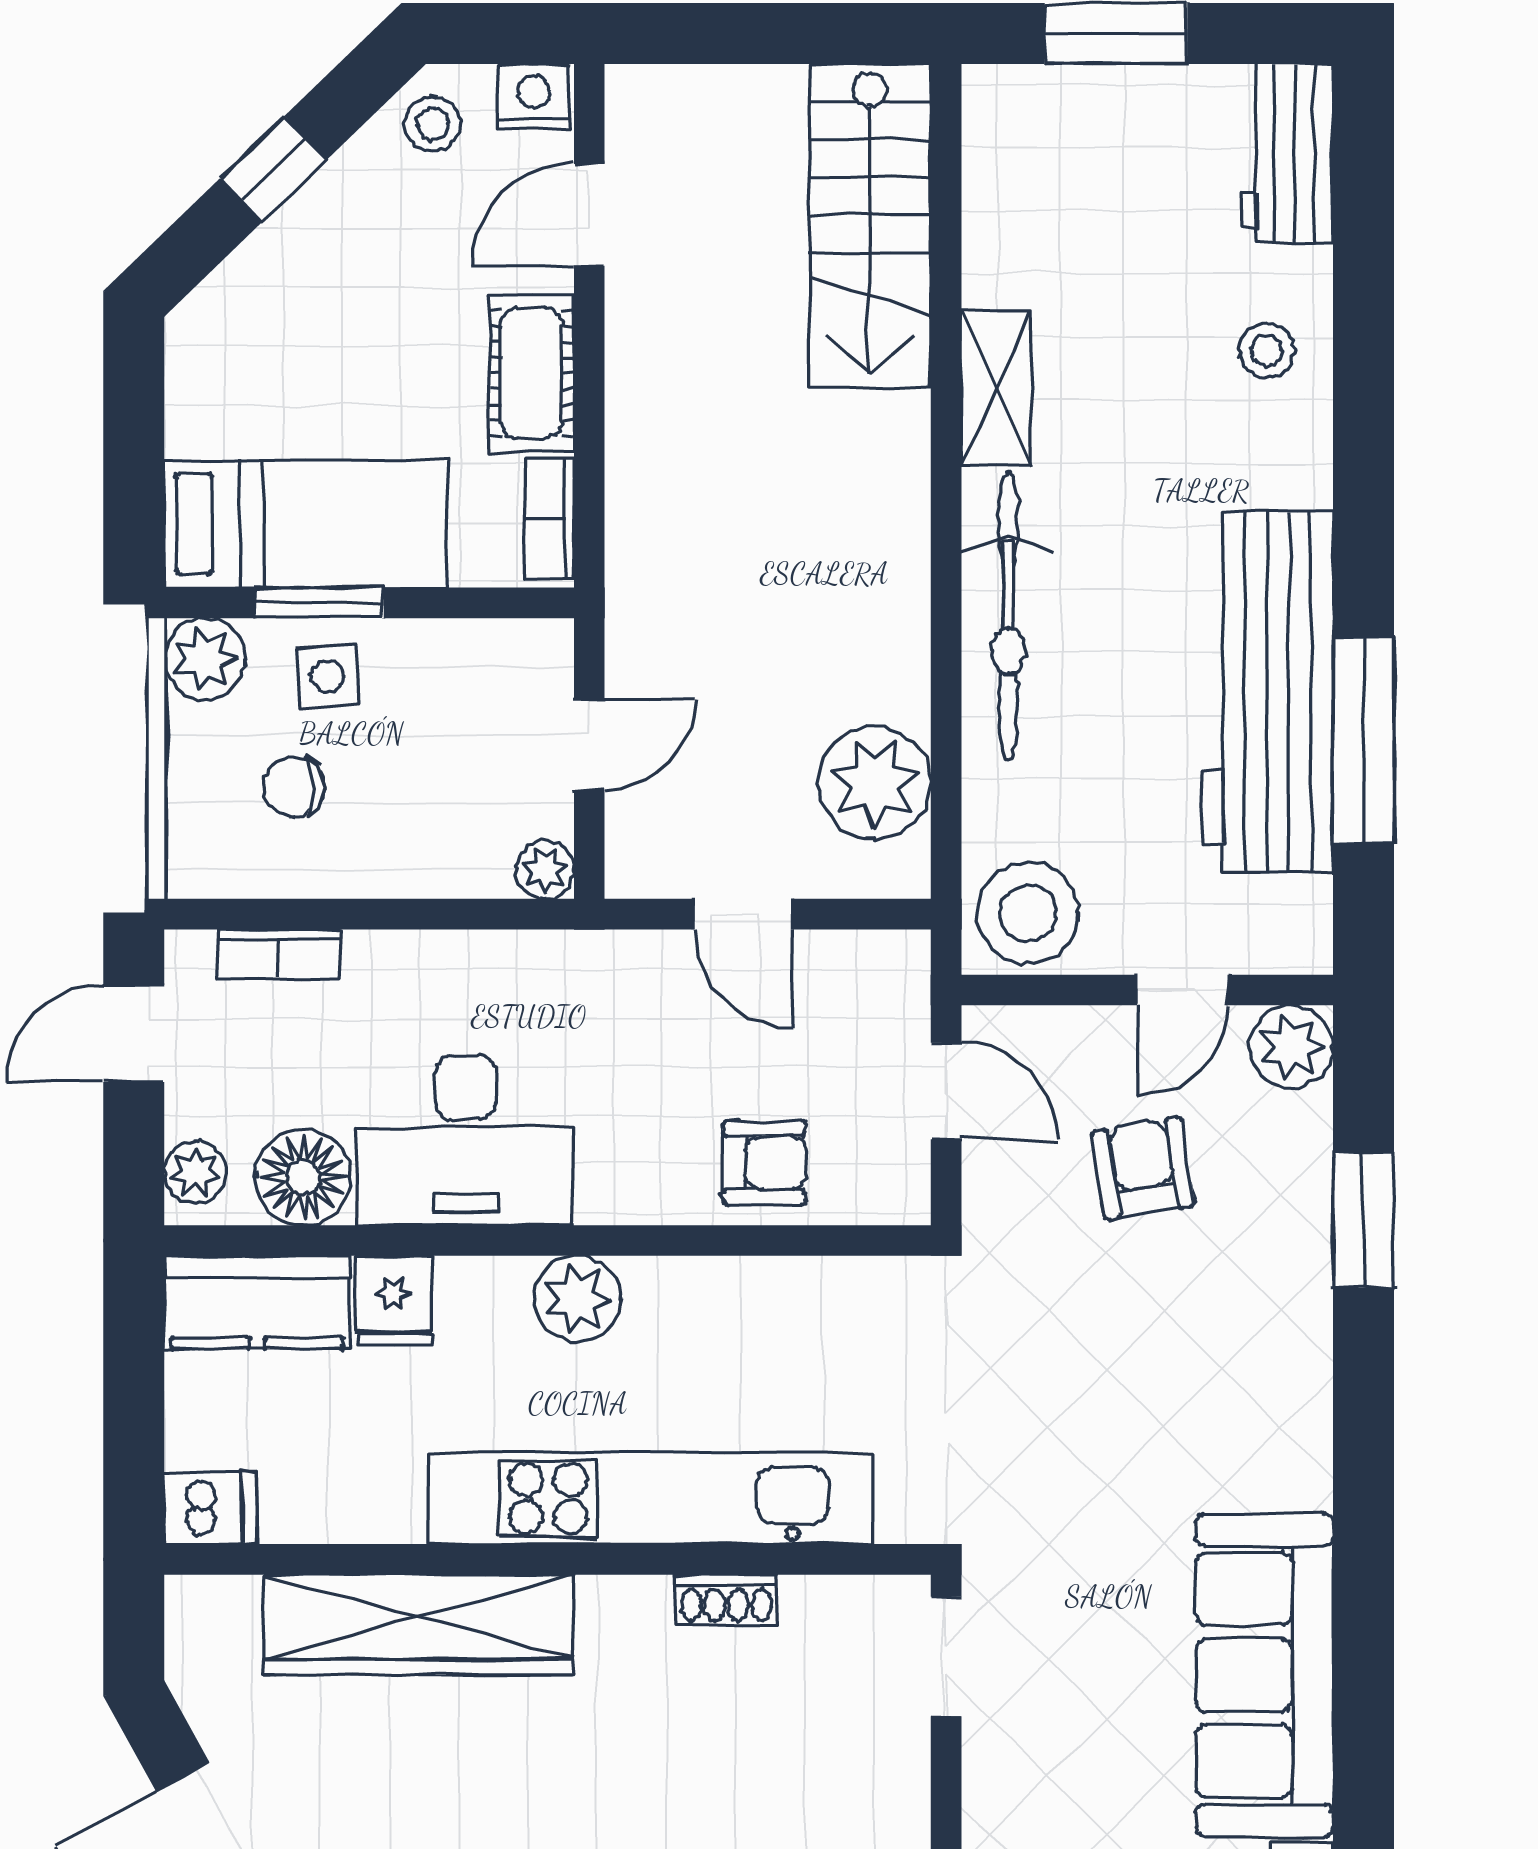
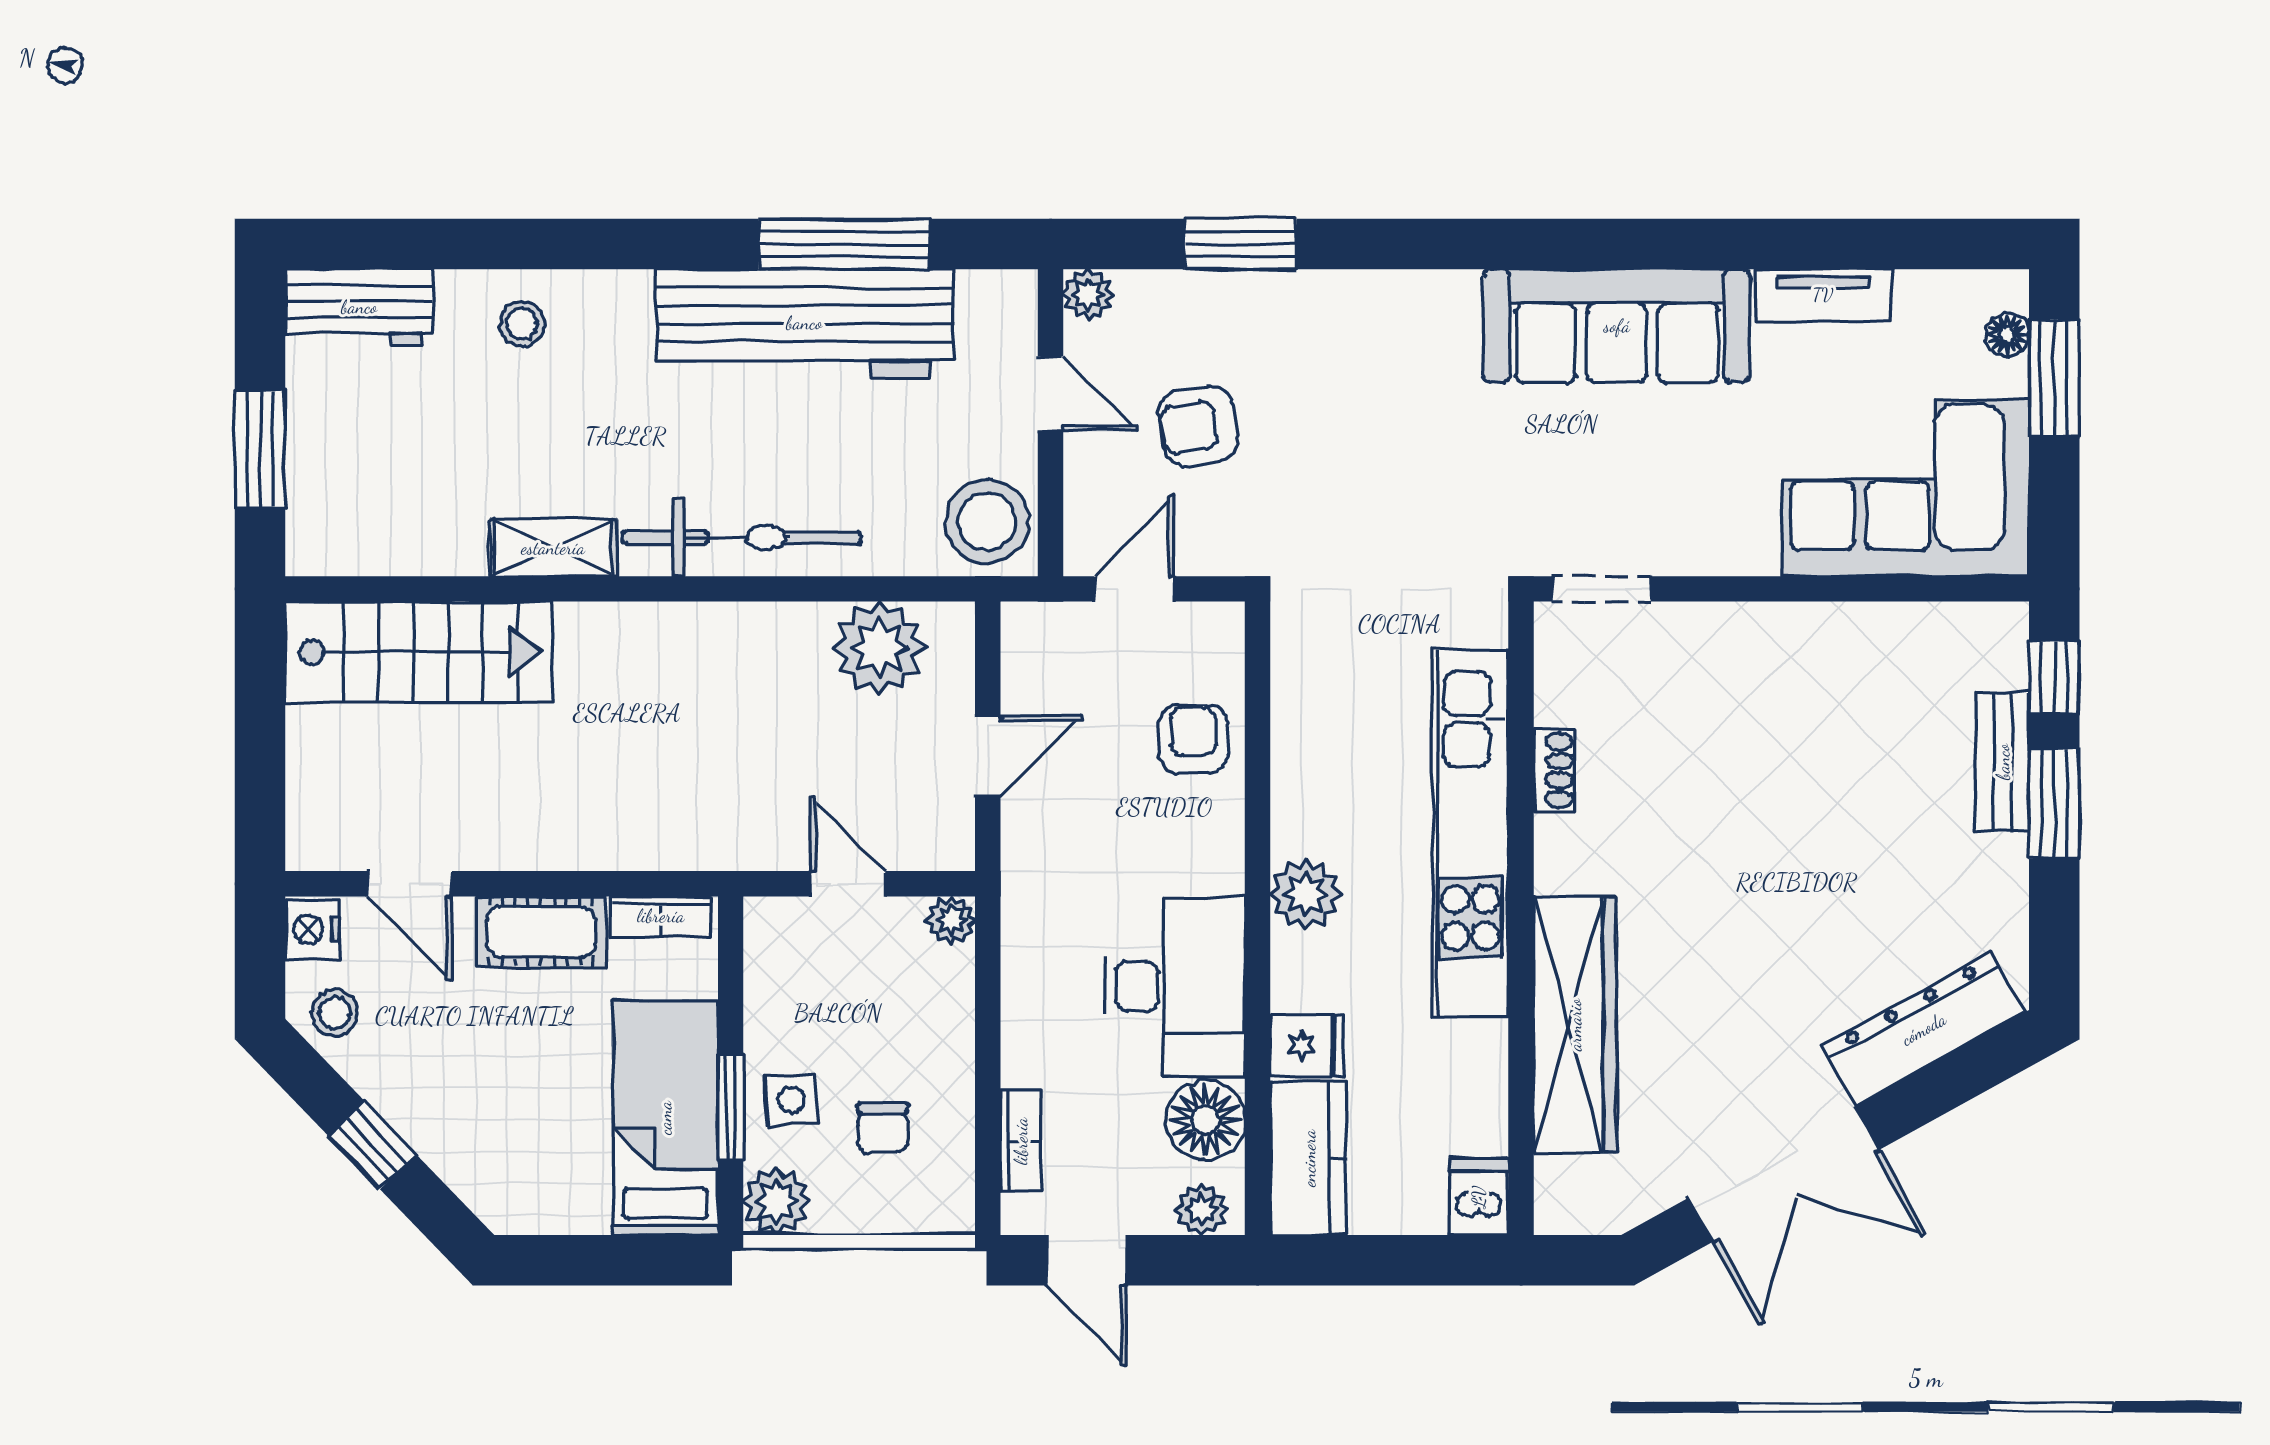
plant: (1291, 1047) -> (1088, 294), width x0.73, depth x0.73

